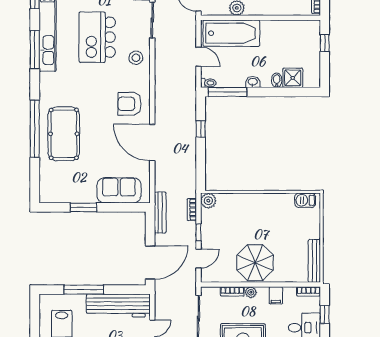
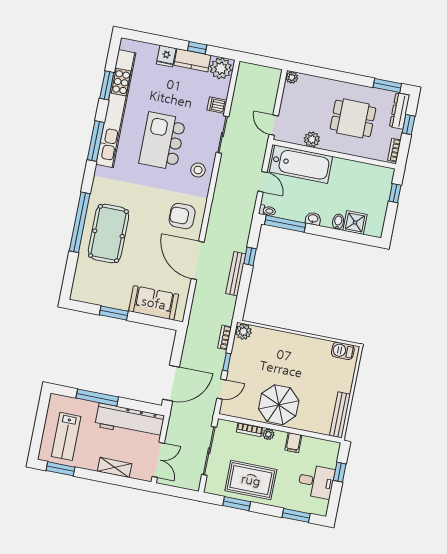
bench: (160, 213) -> (236, 274), moved
bookcase: (308, 291) -> (328, 445), removed

